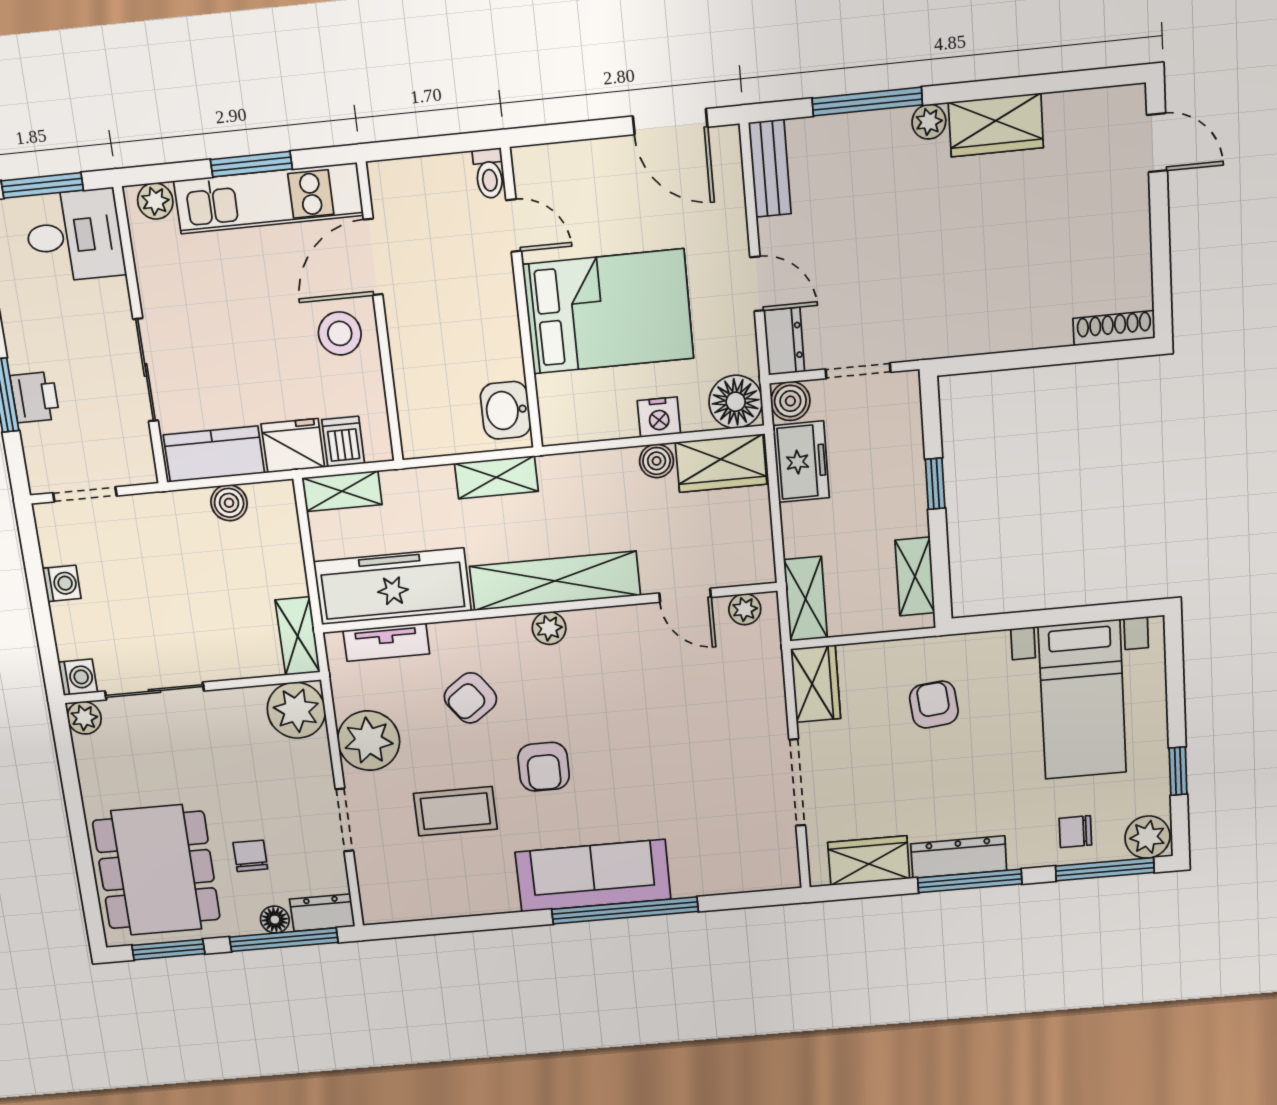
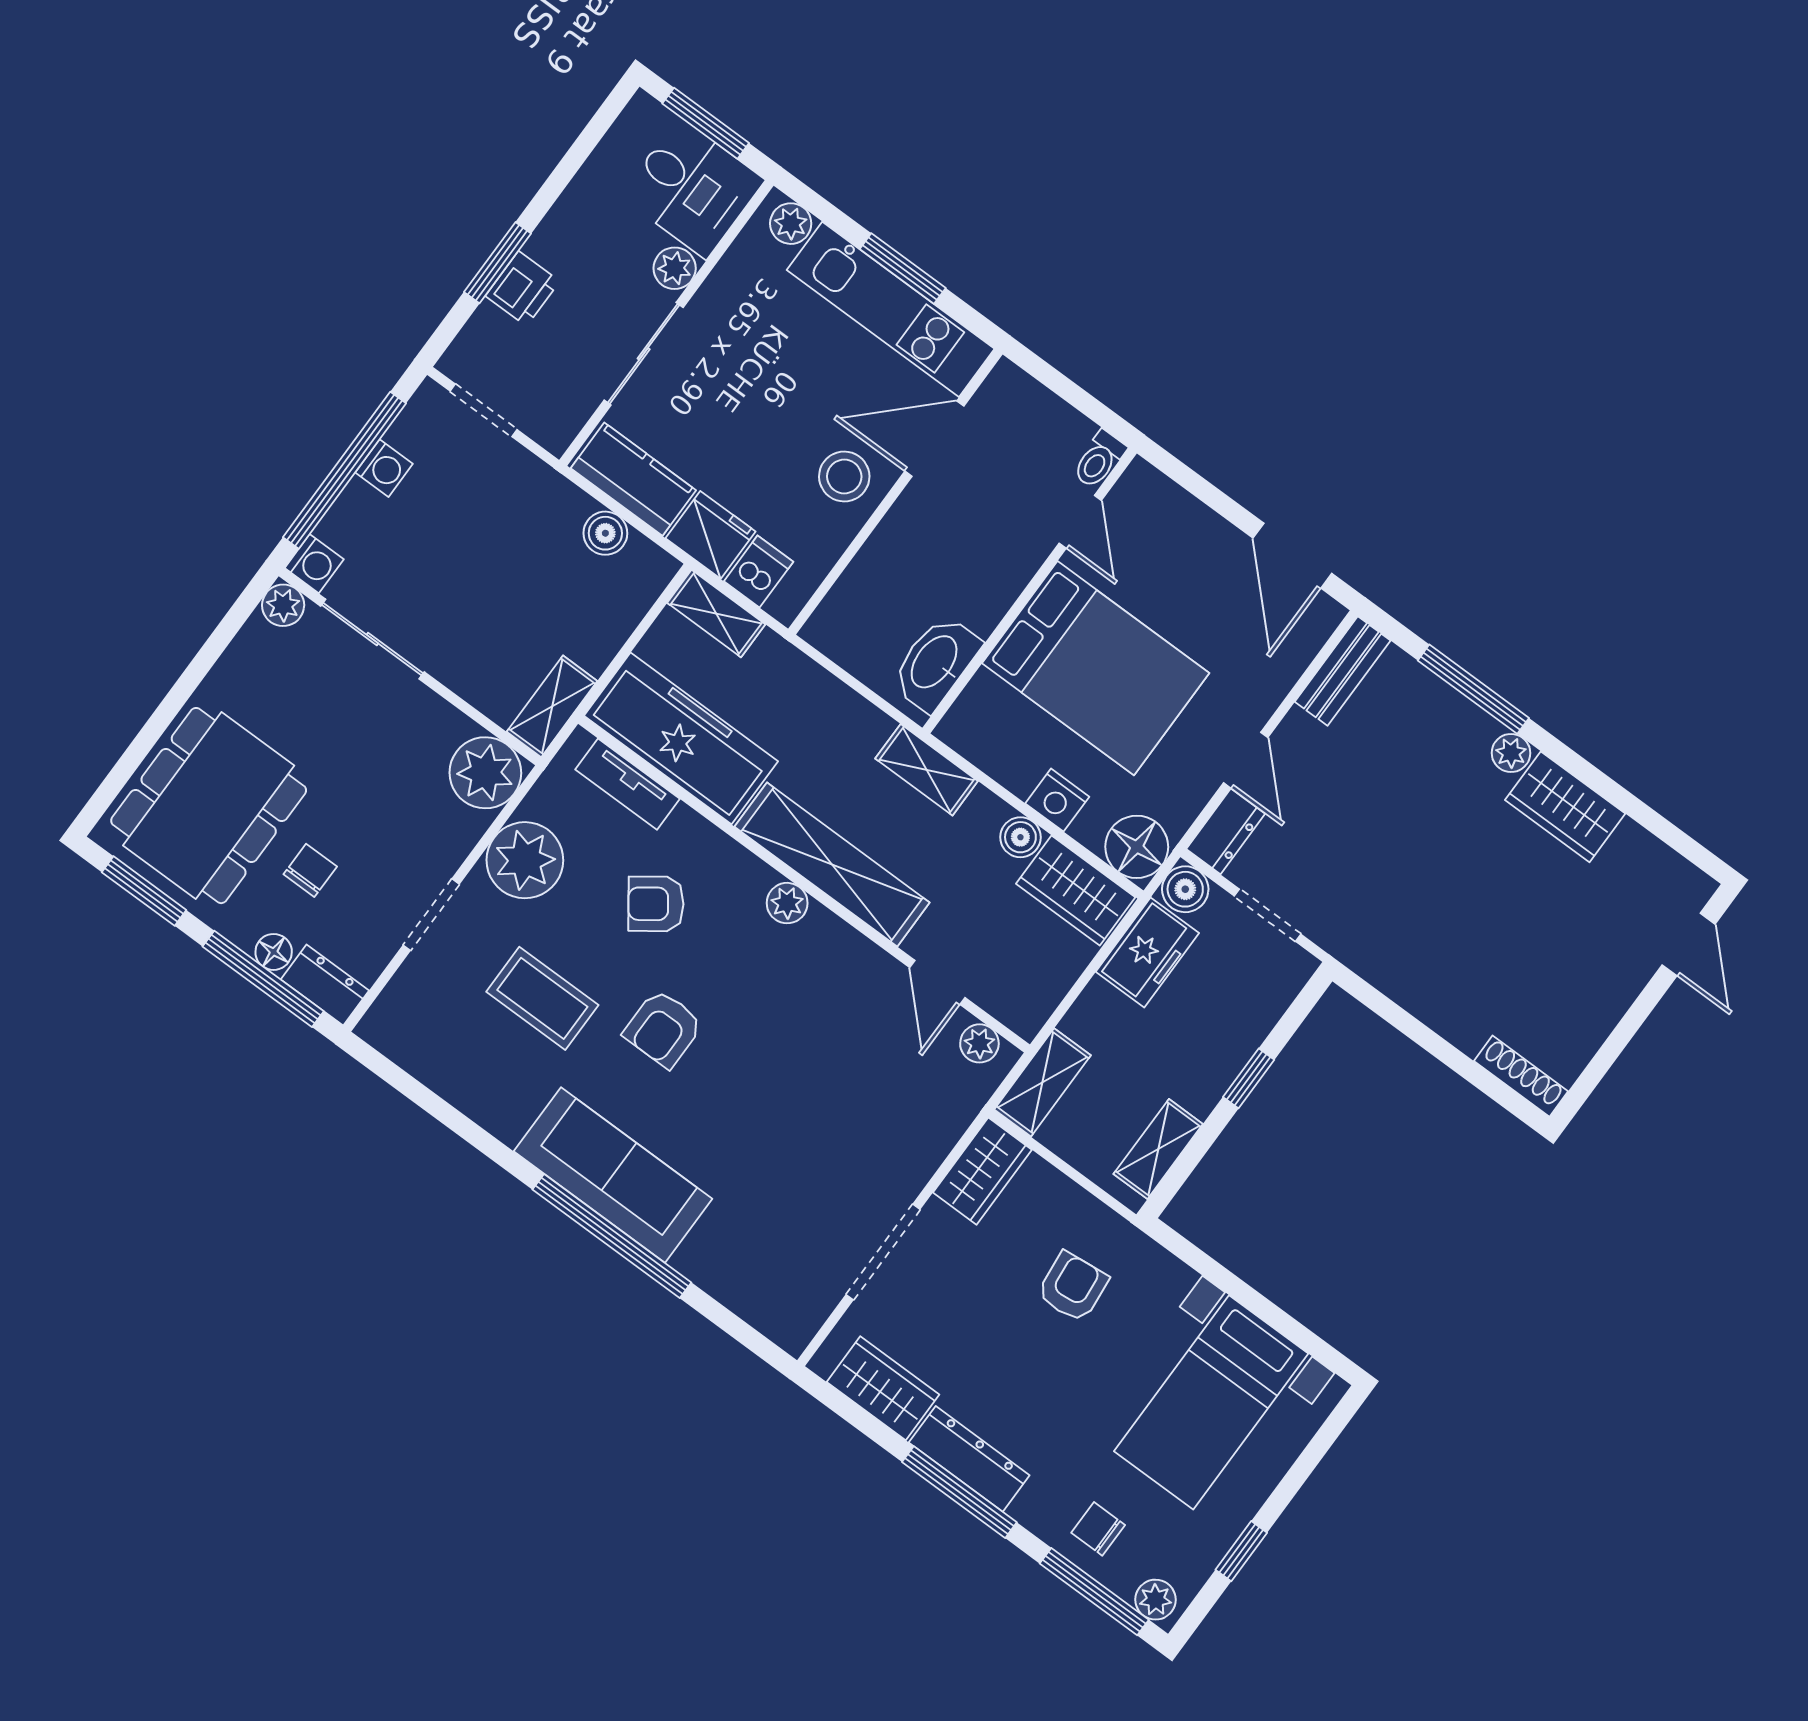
plant: (112, 298) -> (675, 268), added
washbasin: (506, 410) -> (935, 663), width x1.38
shelving: (496, 477) -> (927, 770), moved
window: (40, 606) -> (345, 470), added
plant: (1147, 837) -> (1156, 1600), width x0.73, depth x0.73

